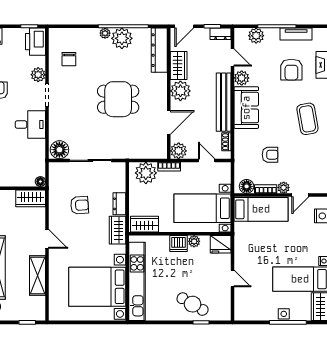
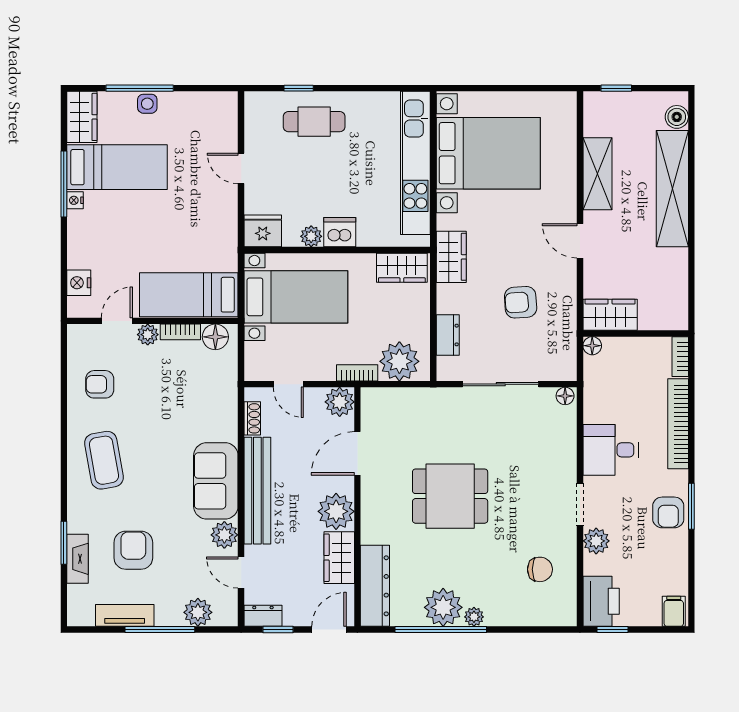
chair: (69, 59) -> (540, 569), turned 90
floor lamp: (59, 150) -> (565, 396), width x0.53, depth x0.53
armchair: (270, 155) -> (100, 384), moved
dresser: (119, 204) -> (448, 335), moved
cafe table: (193, 304) -> (314, 122), turned -30

